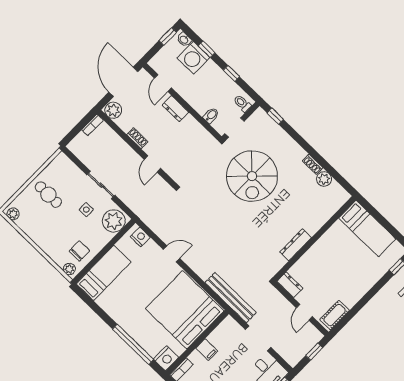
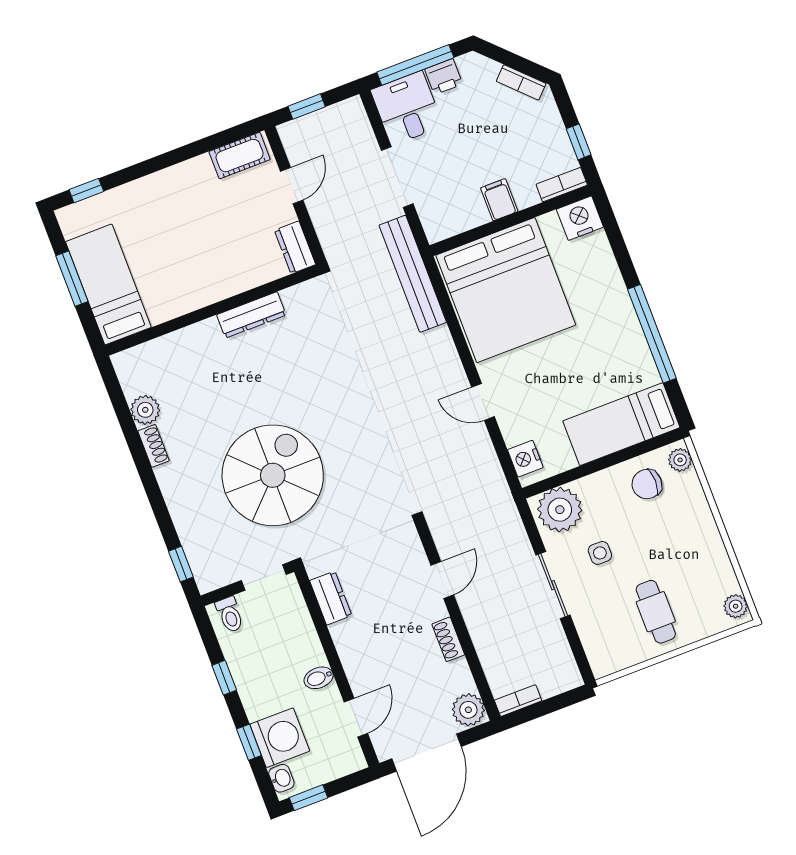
dresser: (175, 109) -> (331, 598), moved
bidet: (211, 115) -> (319, 678), moved
window: (385, 223) -> (72, 279), added
window: (133, 344) -> (652, 334), moved

